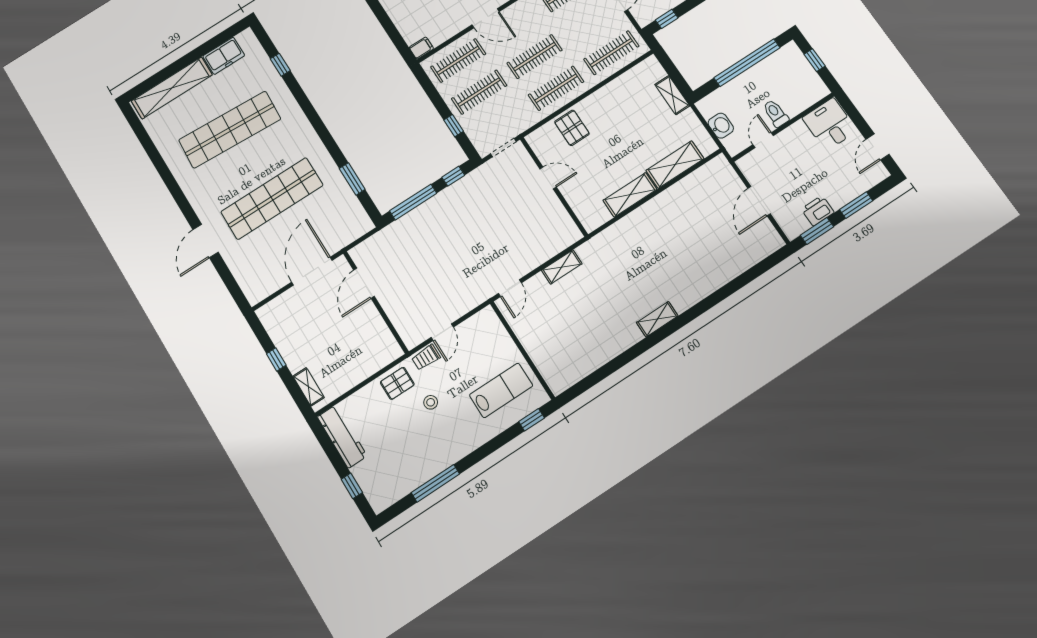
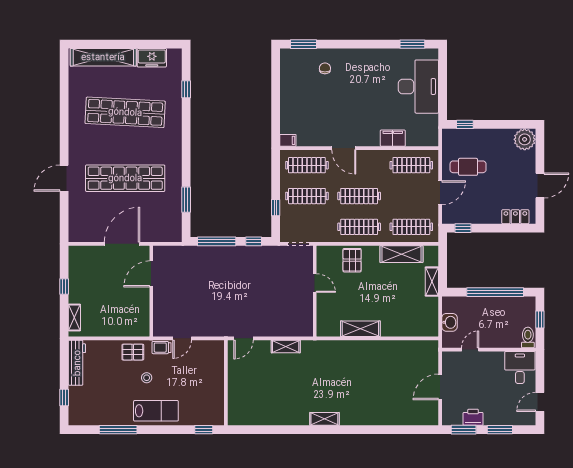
toilet: (776, 113) -> (528, 338), moved
shelving: (675, 164) -> (401, 254), moved
lab bench: (501, 390) -> (156, 411), moved

